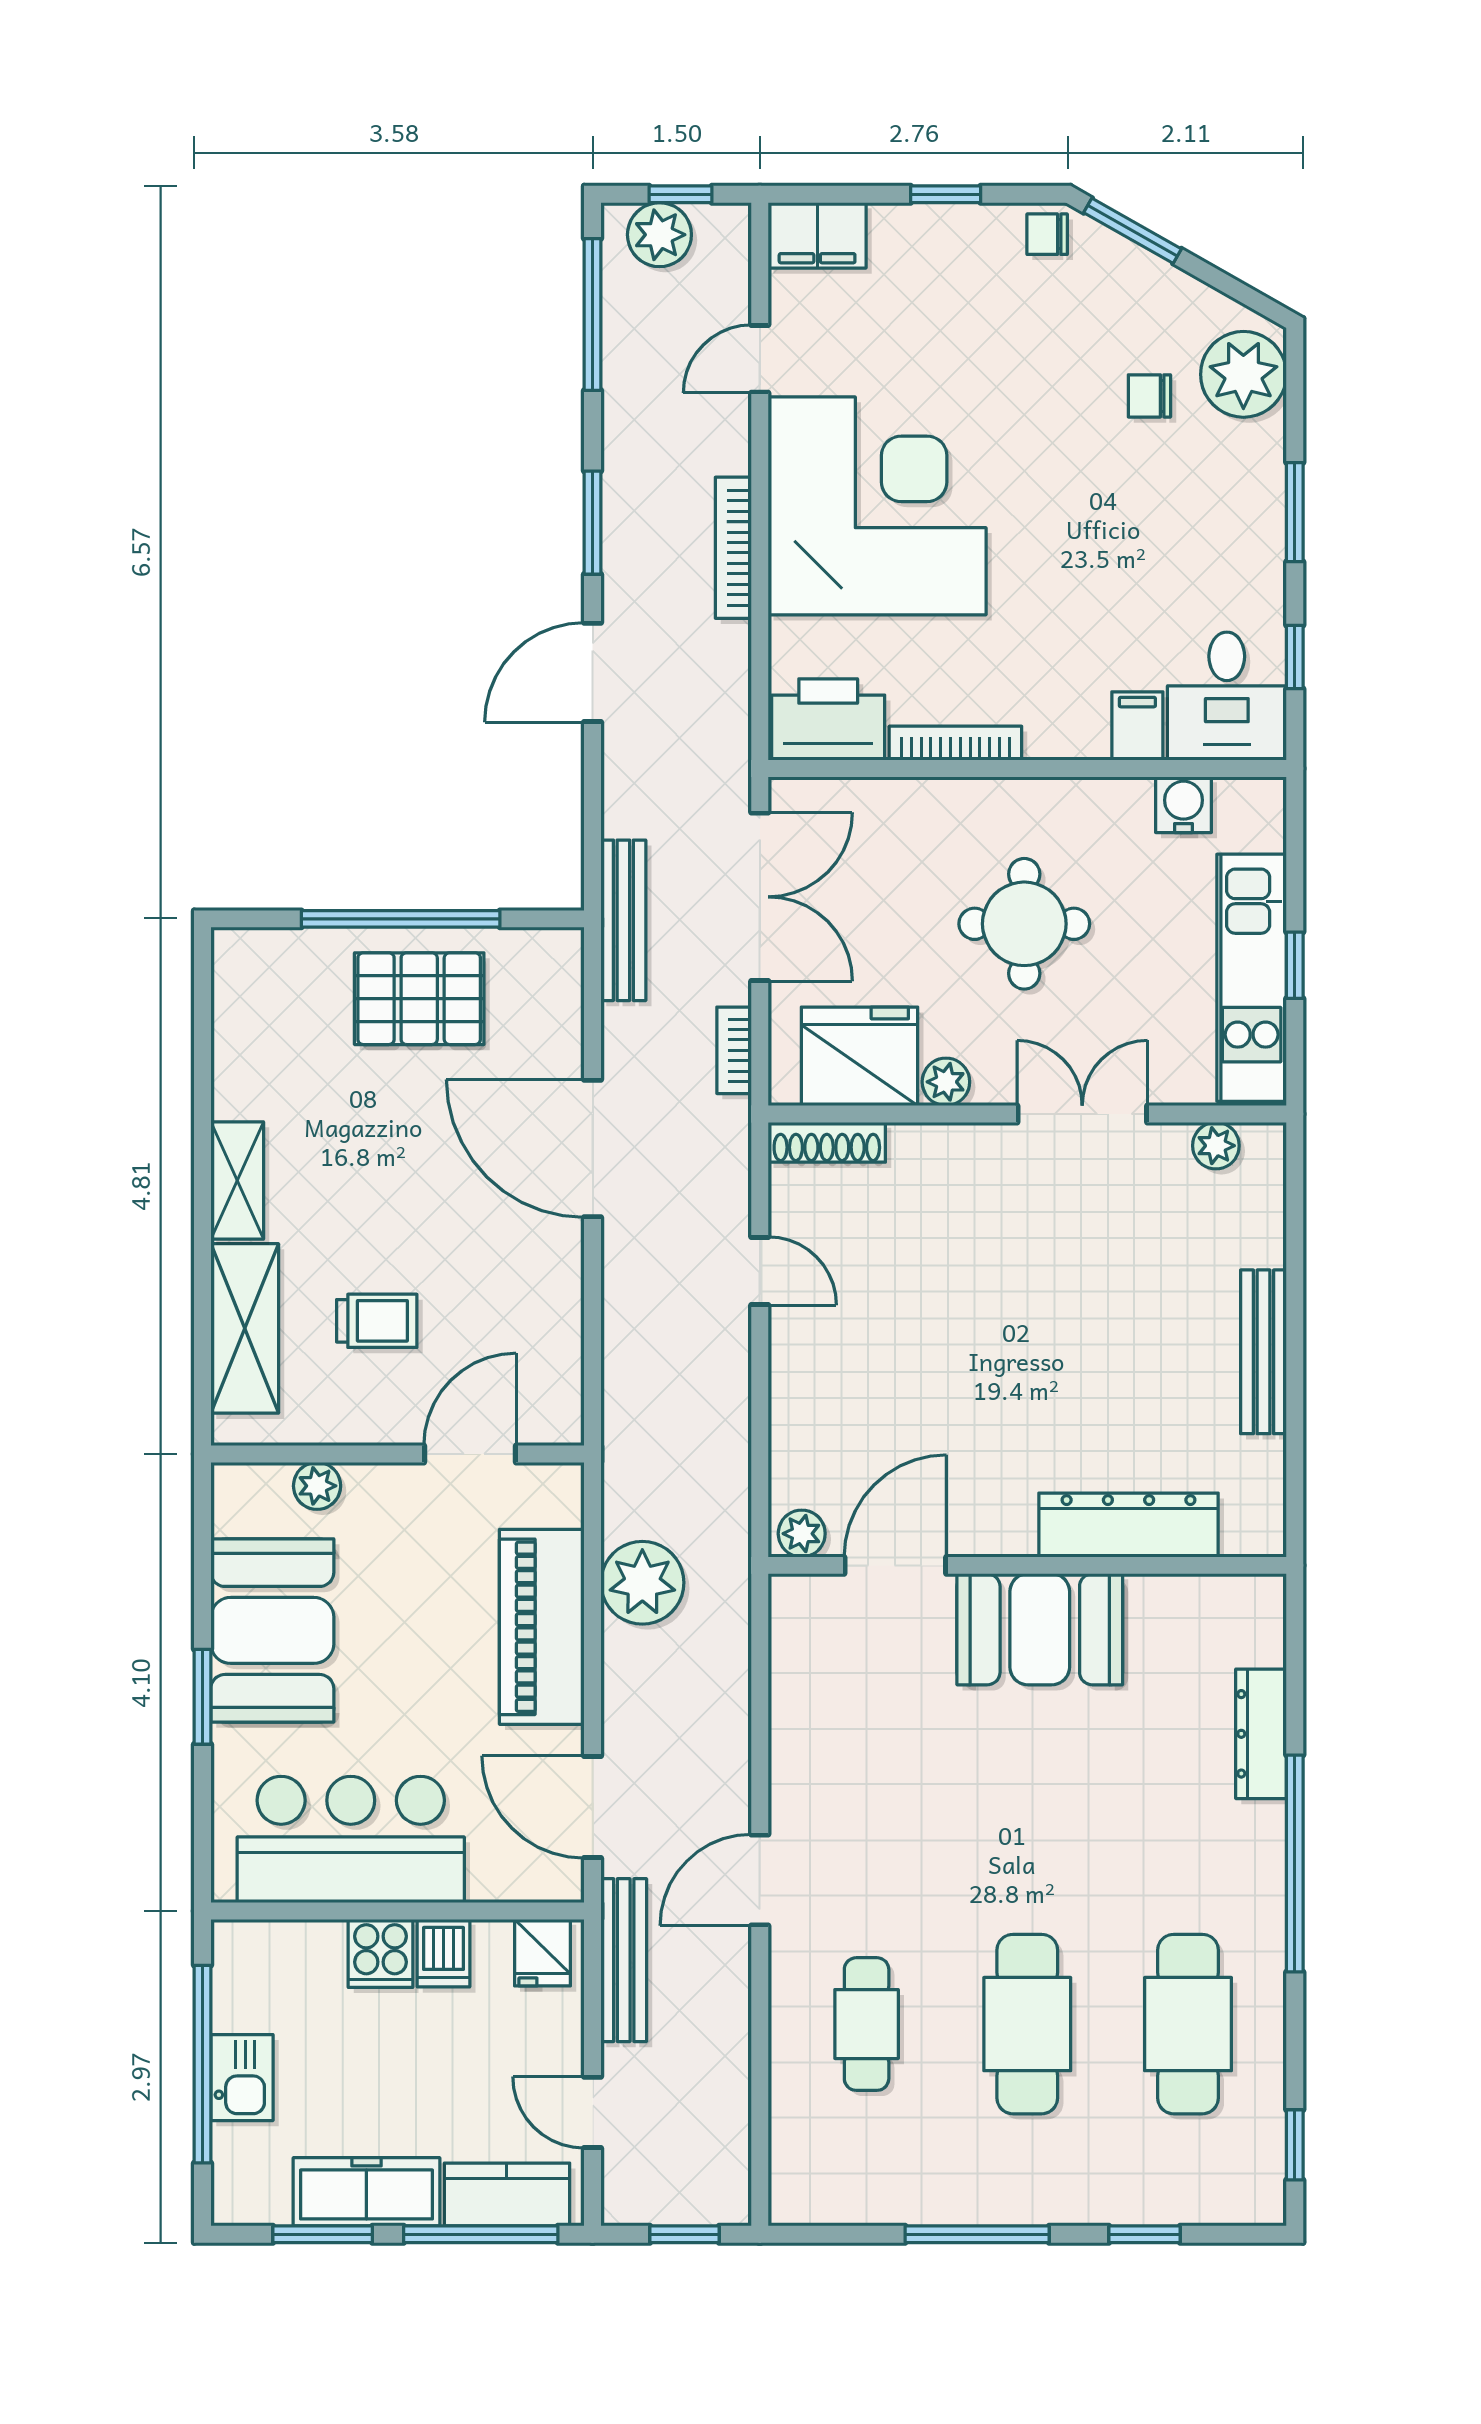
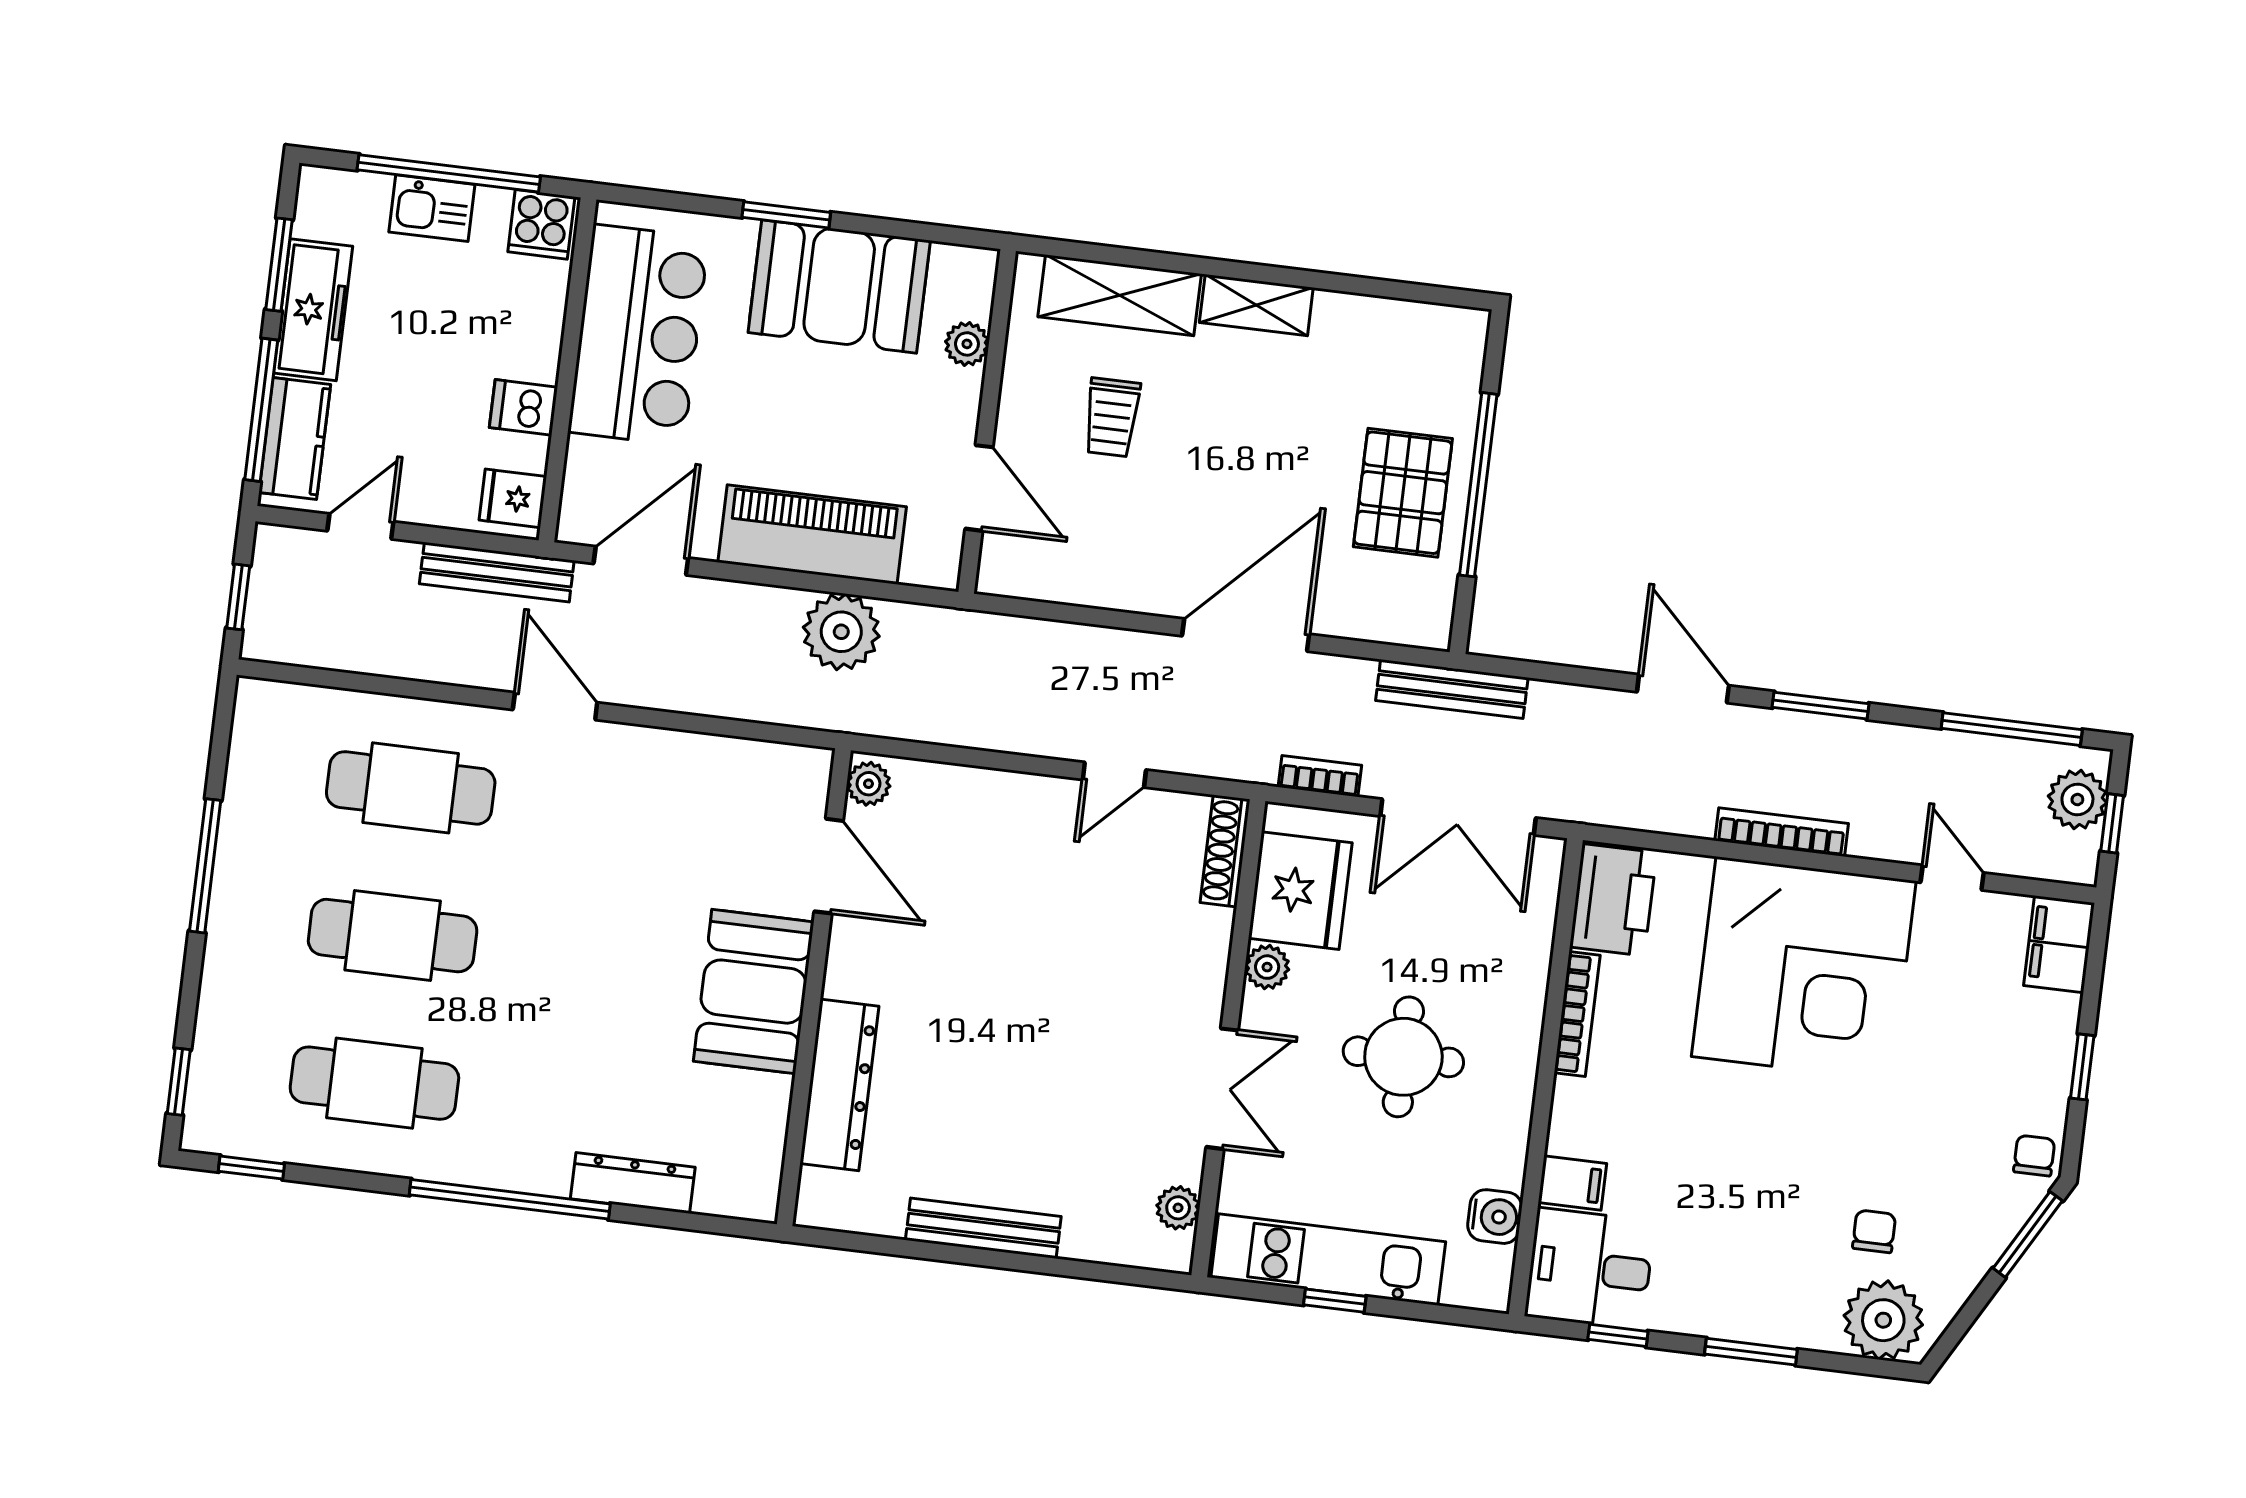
cooker: (380, 1953) -> (541, 224), moved, turned -90
cafe table: (867, 2024) -> (411, 788), width x1.37, depth x1.35
window: (1145, 2234) -> (179, 1082), moved

